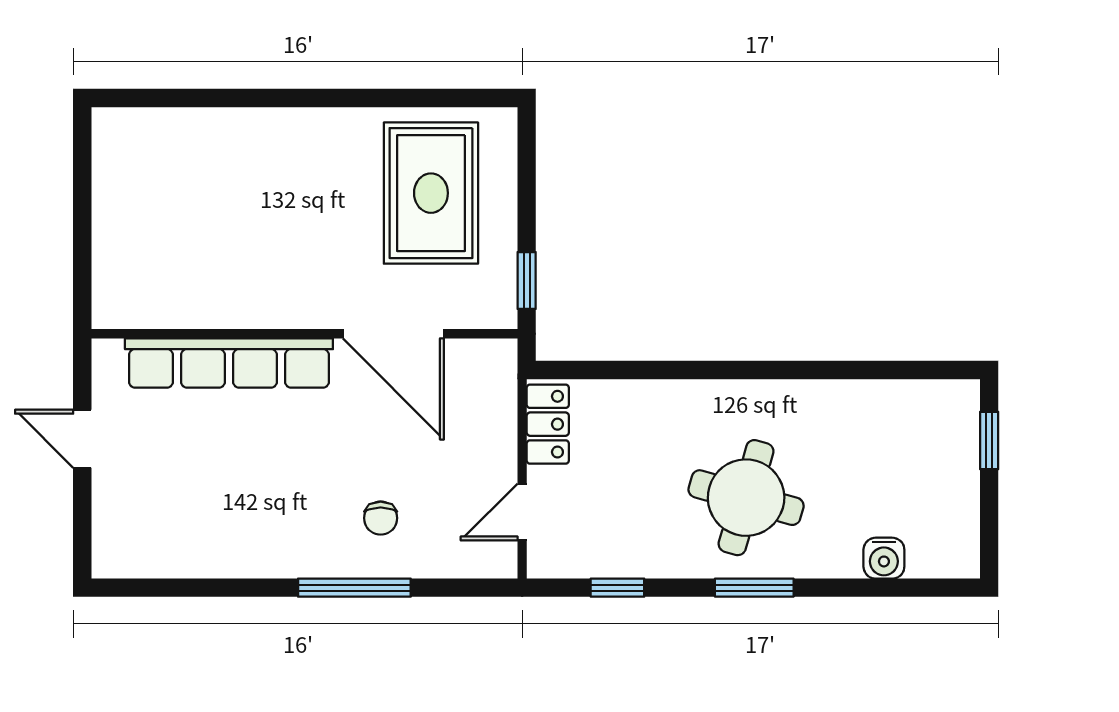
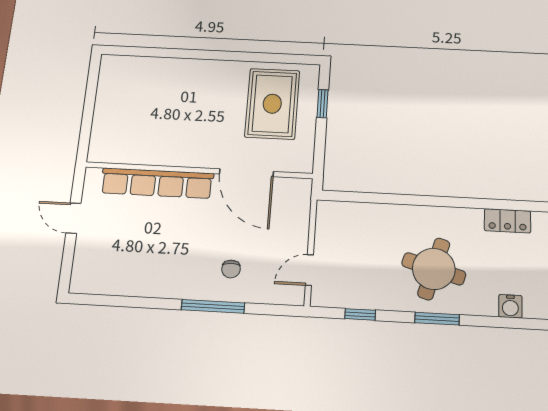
window: (527, 280) -> (323, 104), moved
locker: (548, 424) -> (508, 221), moved, turned 90

